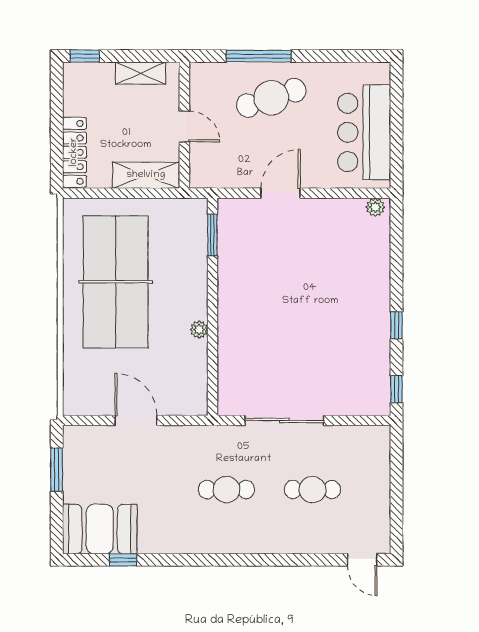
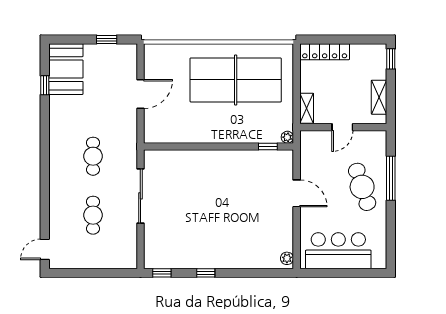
shelving: (146, 175) -> (307, 108), width x0.67, depth x0.75
window: (212, 235) -> (268, 147), width x0.67
plant: (199, 329) -> (287, 137), moved
window: (57, 470) -> (107, 39), width x0.67

